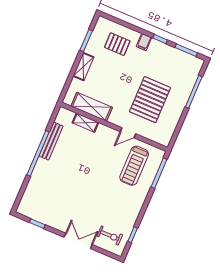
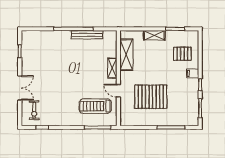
pallet: (117, 44) -> (182, 54), turned 90
shelving: (85, 123) -> (112, 68), moved

